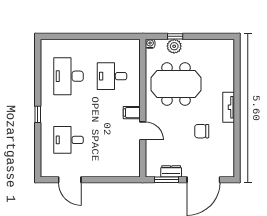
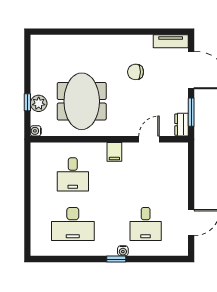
tv unit: (229, 107) -> (171, 41), moved
water cooler: (45, 120) -> (123, 251), added
door: (143, 131) -> (149, 139), moved
chair: (202, 131) -> (136, 72), turned 90
dresser: (171, 171) -> (181, 125), moved

